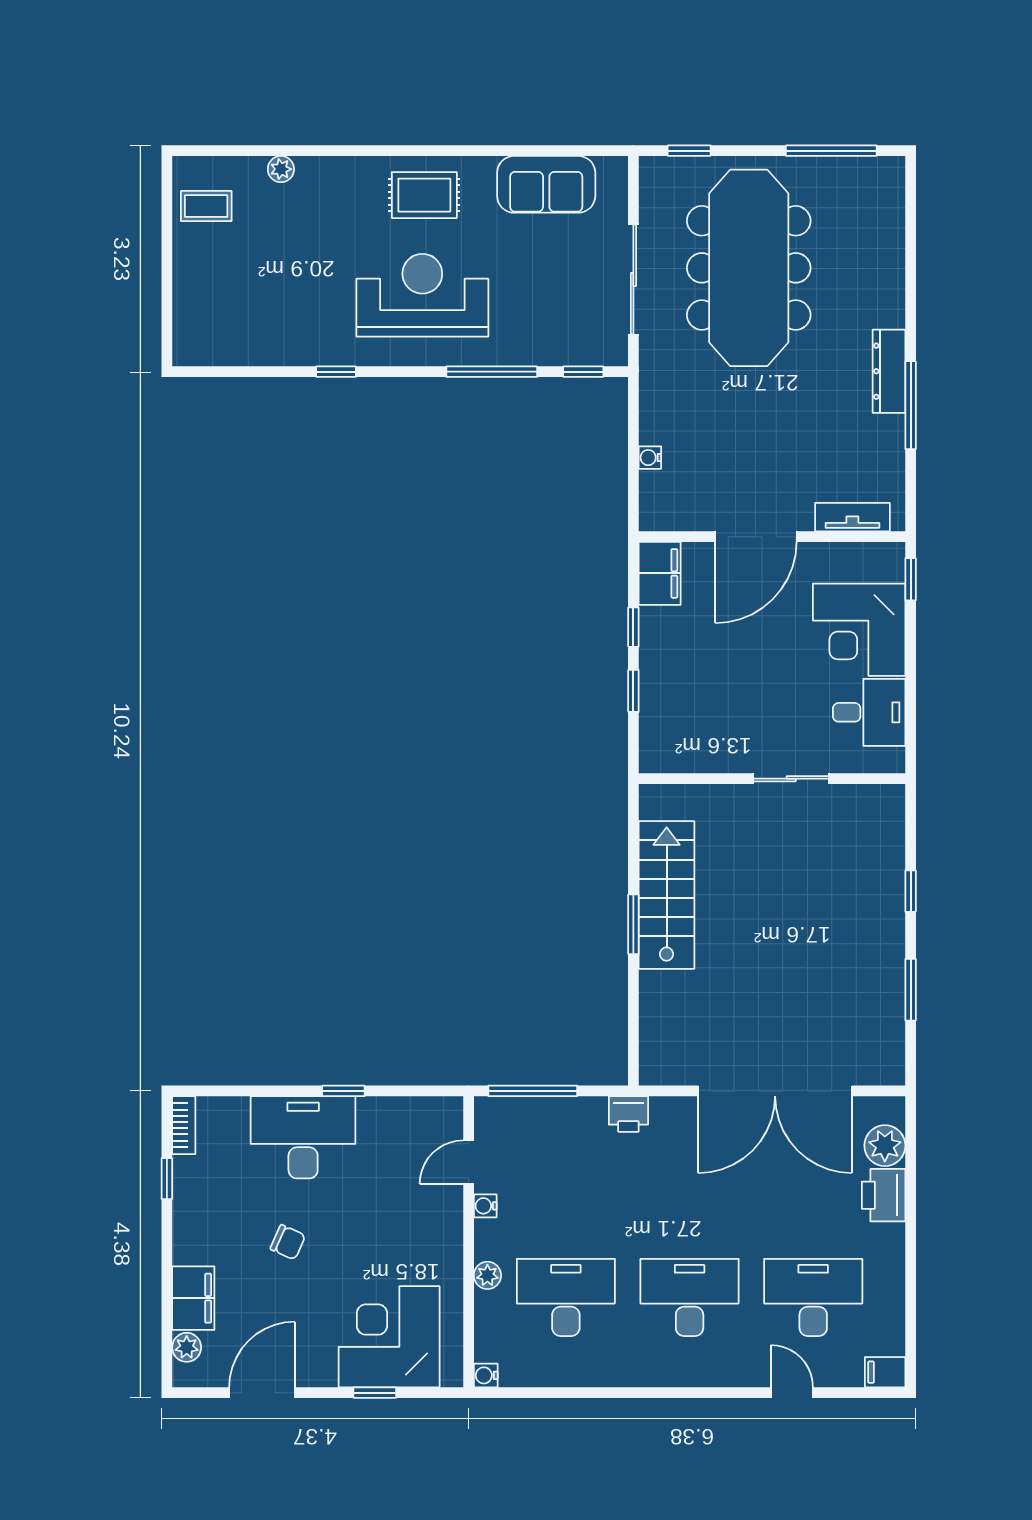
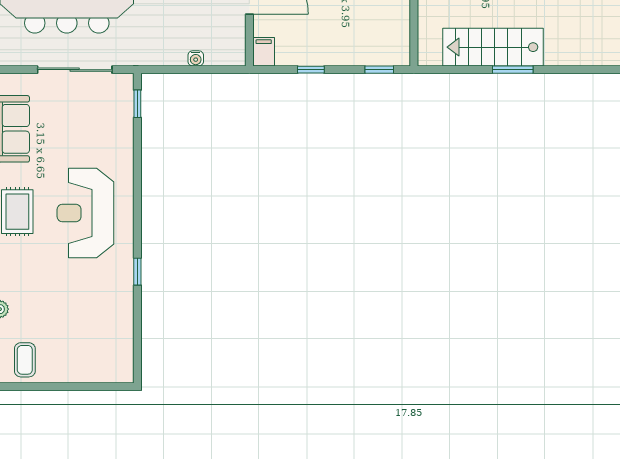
window: (492, 372) -> (137, 166), removed
filing cabinet: (660, 573) -> (264, 52), width x0.50
window: (633, 691) -> (379, 70), moved

